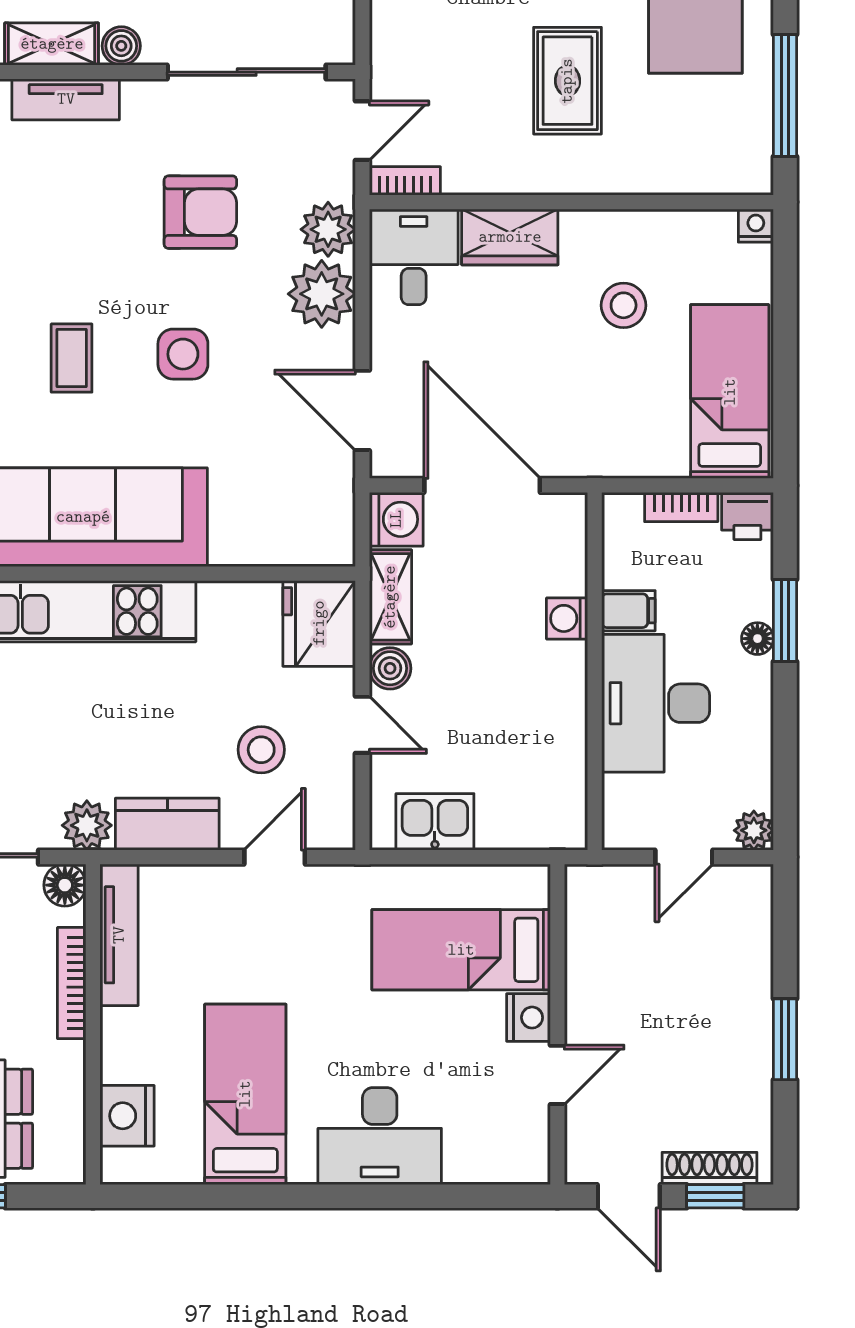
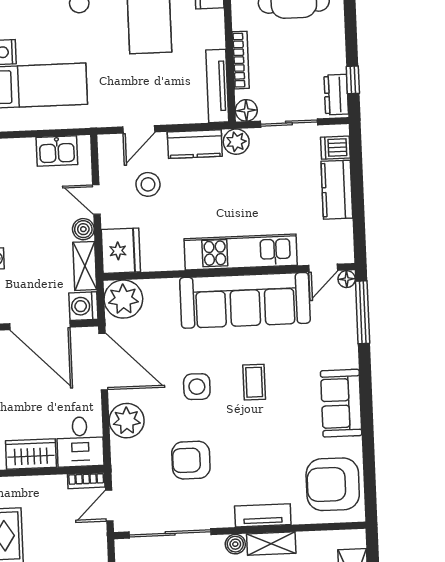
plant: (328, 229) -> (123, 299), moved, width x1.36, depth x1.36
door: (362, 410) -> (103, 361), width x1.36

